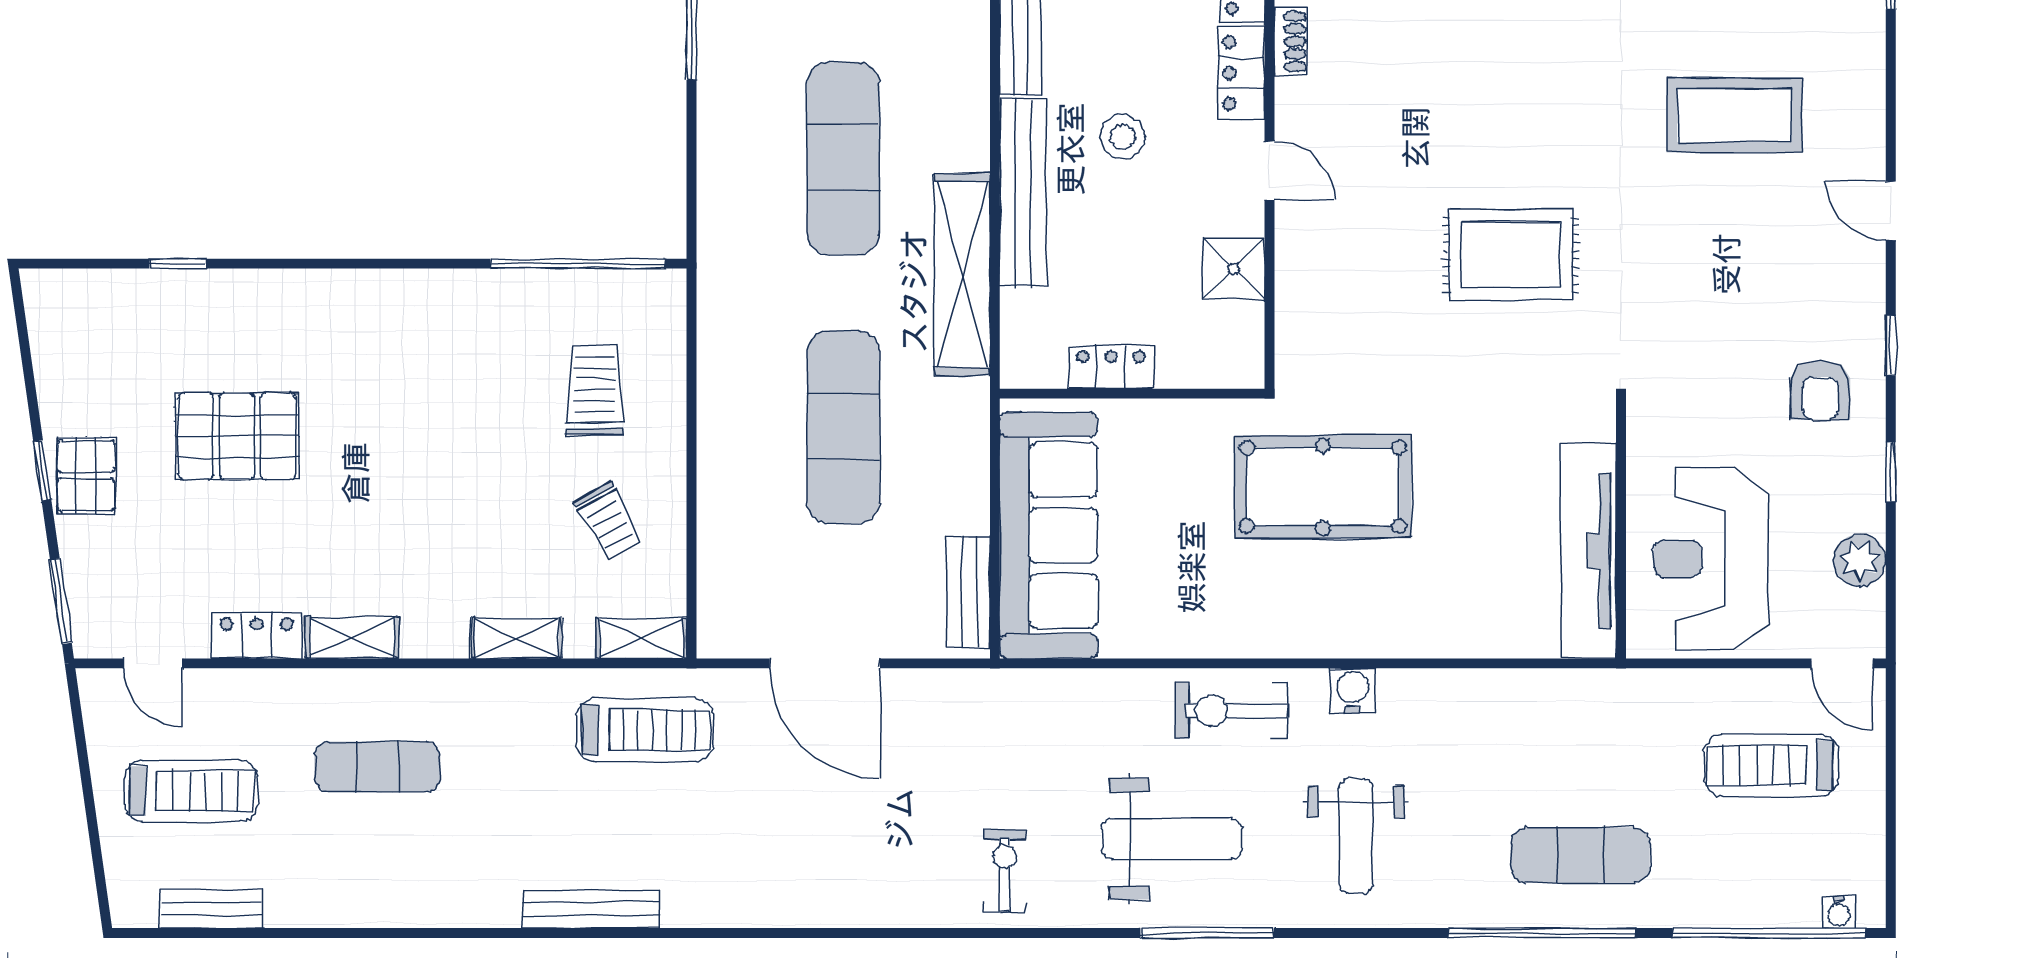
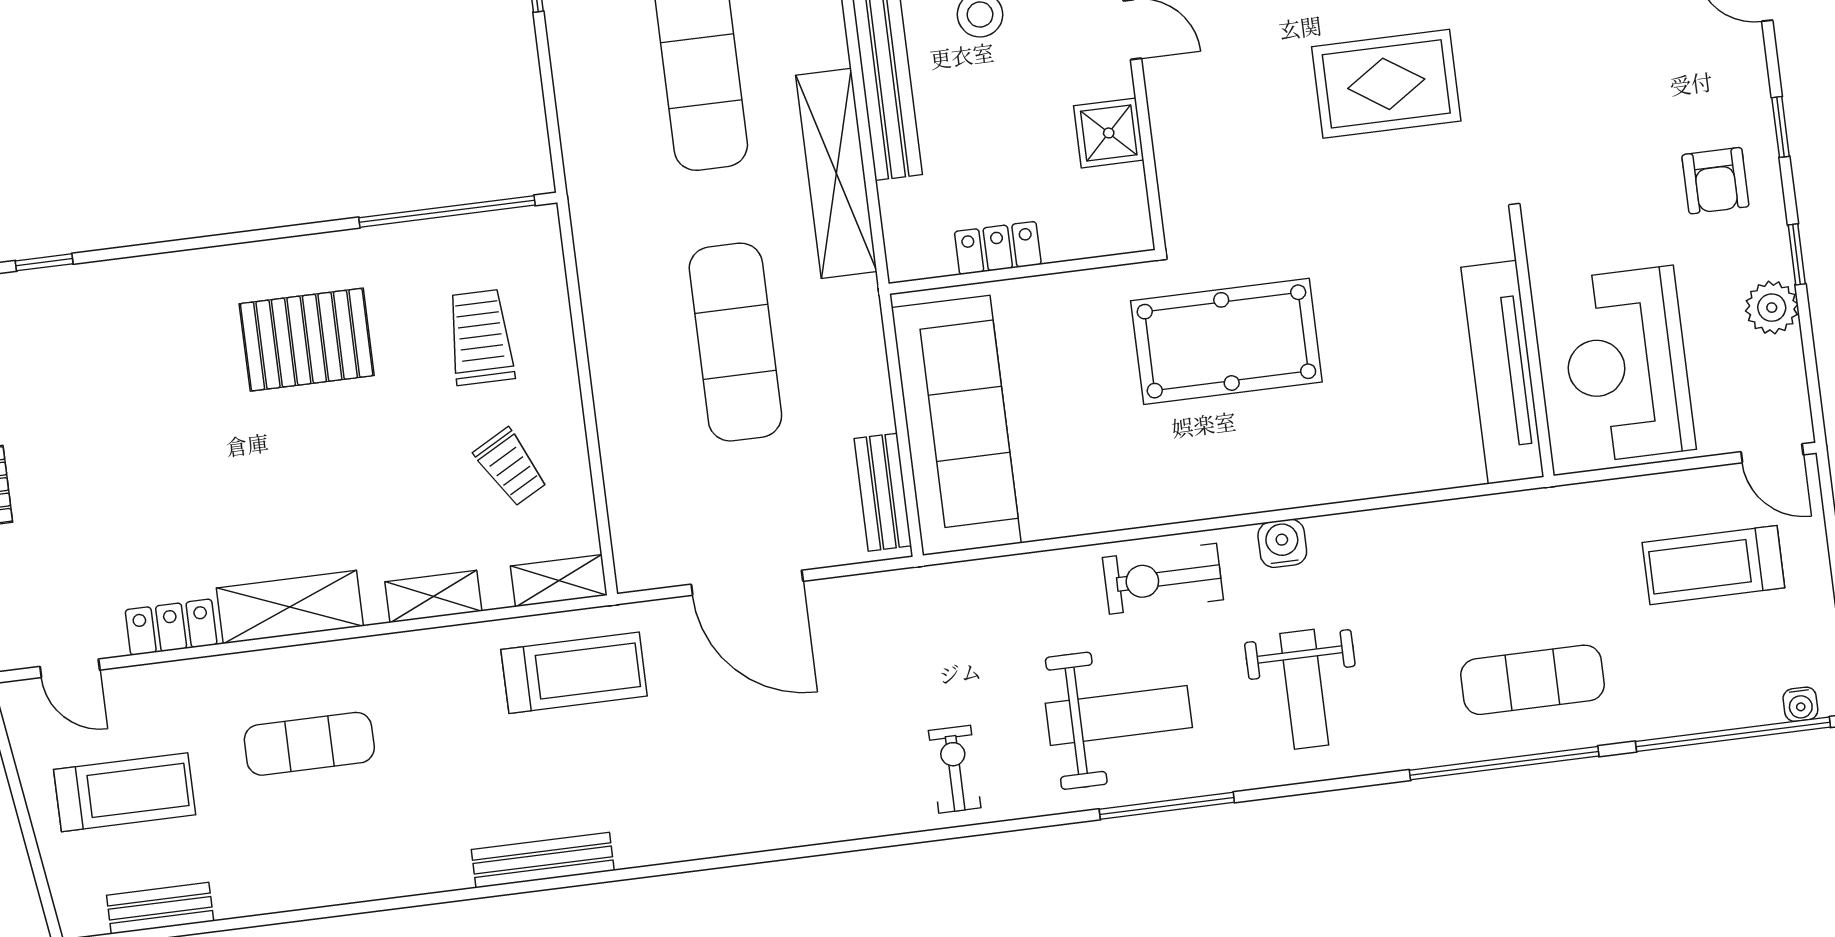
pallet: (237, 436) -> (307, 340), moved
plant: (1860, 560) -> (1772, 308), moved
shelving: (352, 638) -> (290, 607), width x1.50, depth x1.33

